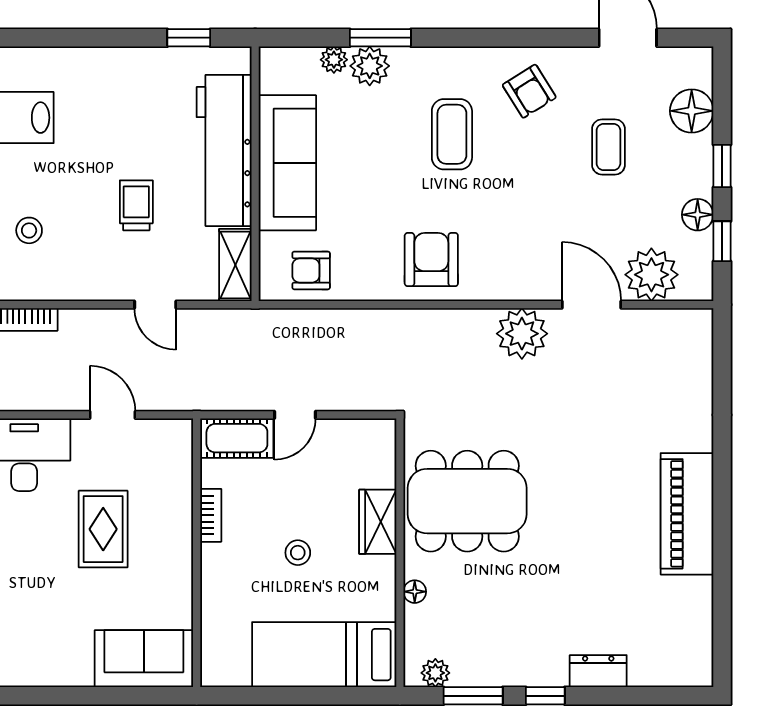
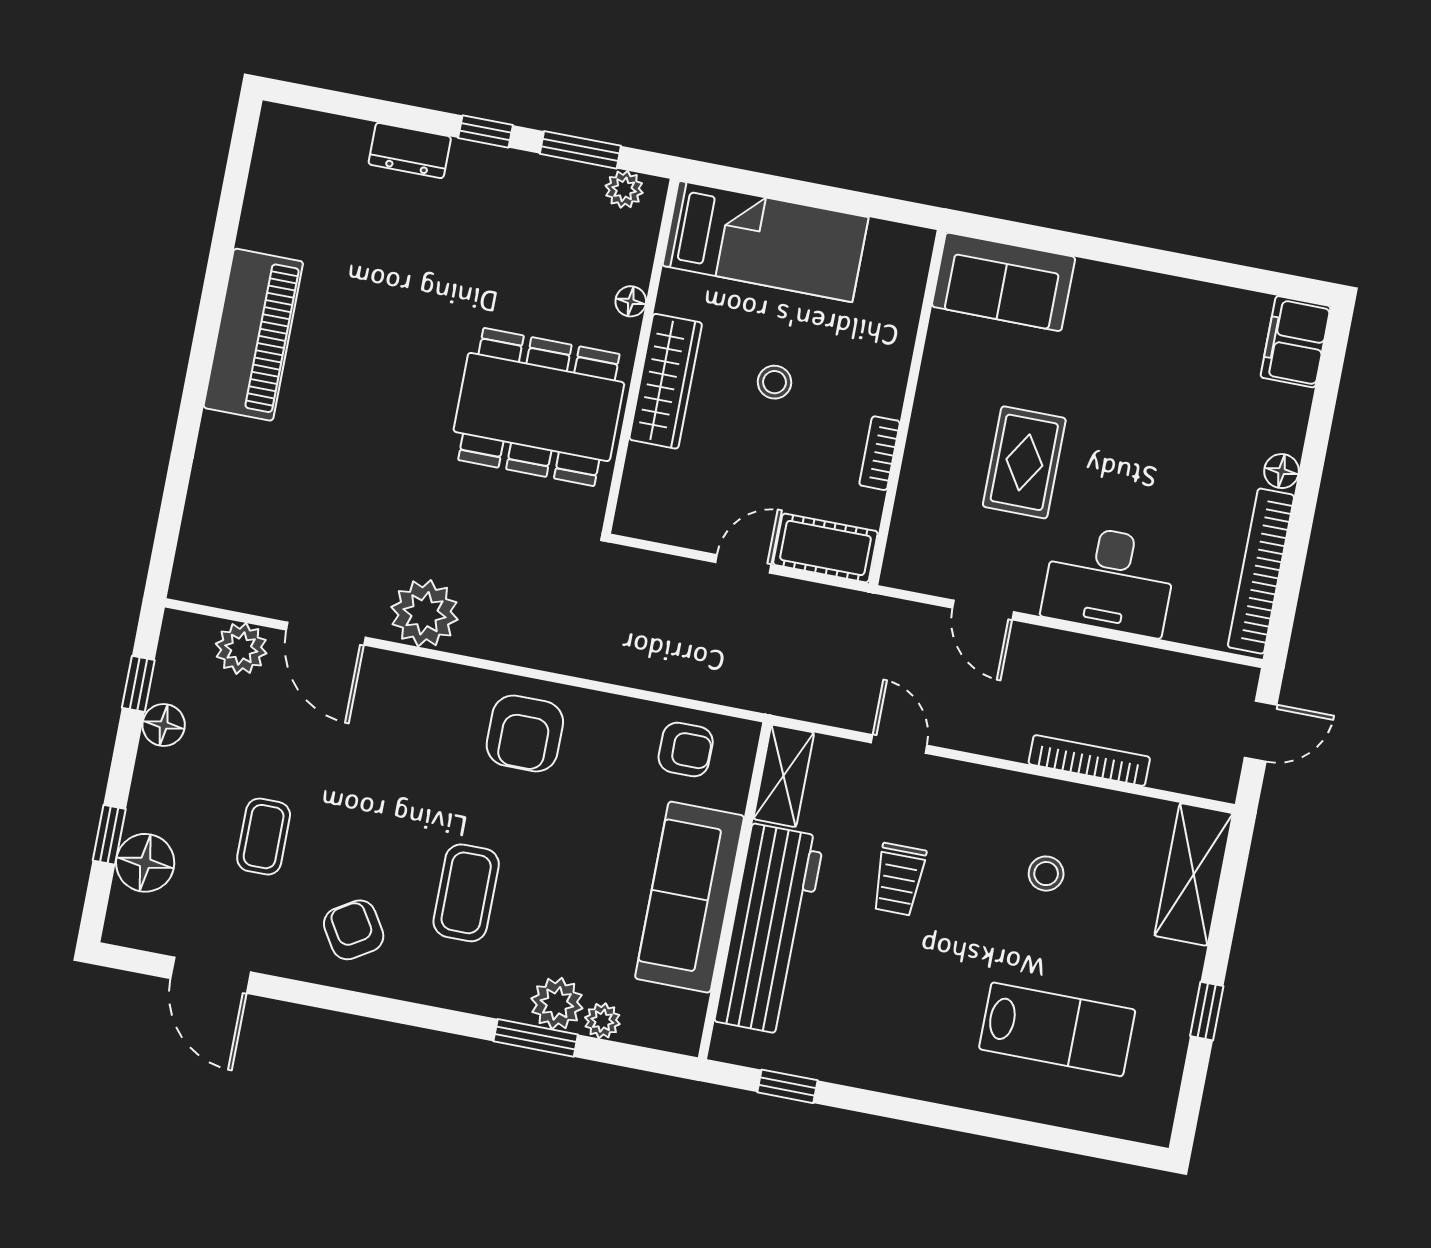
window: (722, 166) -> (109, 835), moved
plant: (651, 275) -> (241, 648), width x0.73, depth x0.73
wardrobe: (378, 522) -> (666, 381), width x1.50

